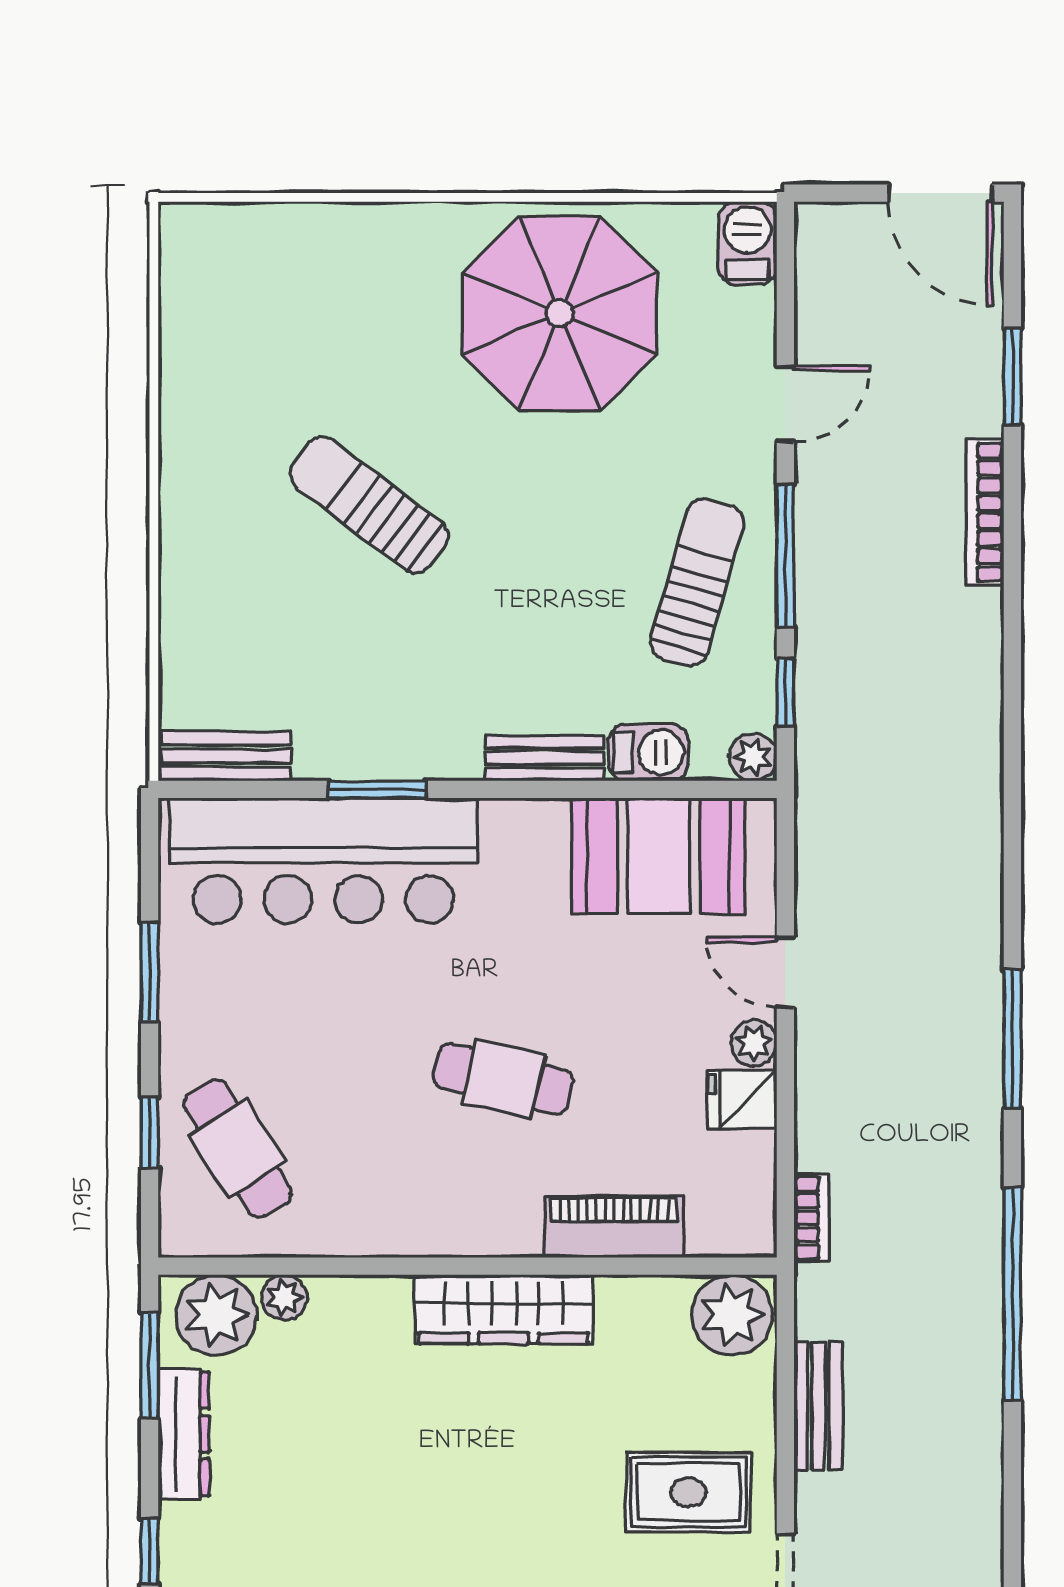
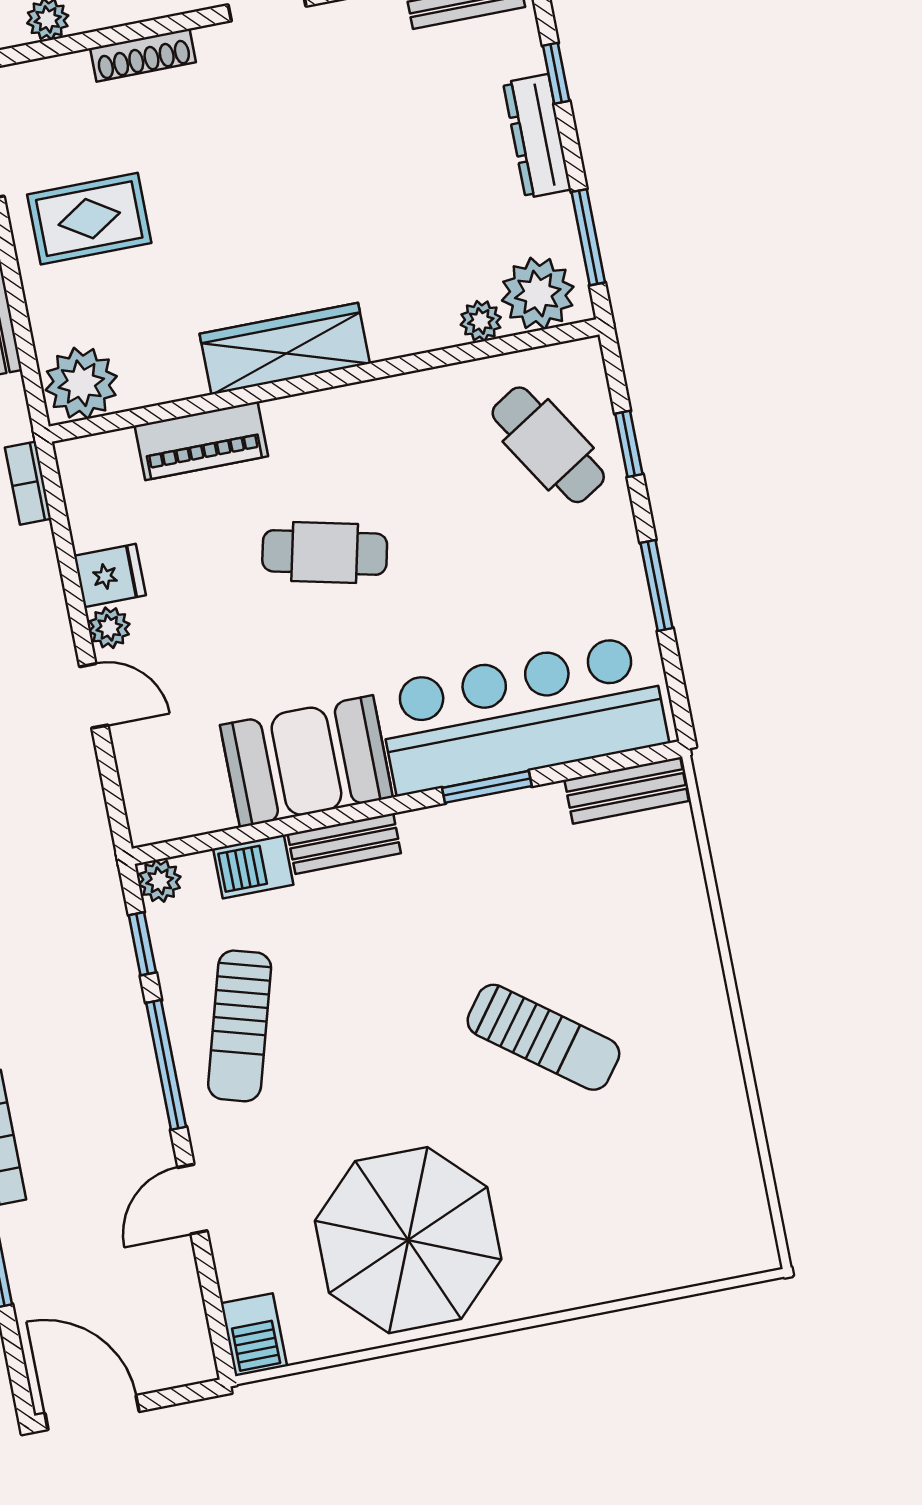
booth: (658, 856) -> (306, 761), moved
dresser: (184, 1434) -> (537, 136), moved

